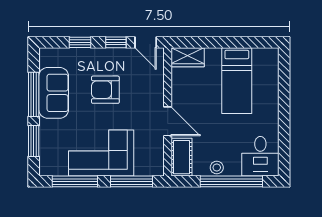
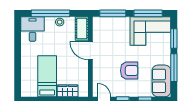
wardrobe: (188, 57) -> (68, 91), moved
sofa: (54, 93) -> (161, 81), moved
corner sofa: (101, 153) -> (150, 31), moved

